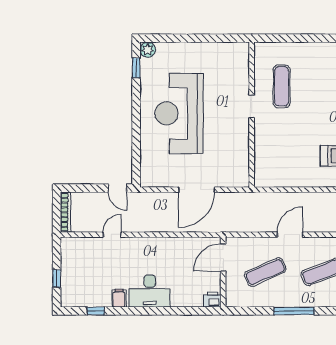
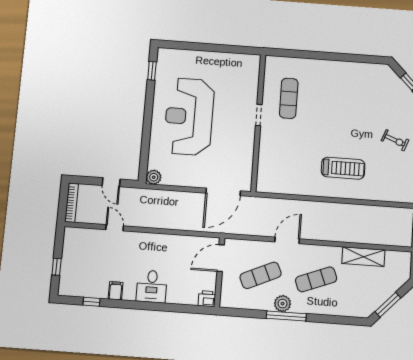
plant: (148, 50) -> (154, 177), moved
door: (117, 188) -> (111, 182), moved
door: (197, 190) -> (223, 192), moved
door: (112, 235) -> (115, 228), hinge flipped
desk: (150, 291) -> (152, 286), width x0.73
plant: (290, 299) -> (283, 304), added

